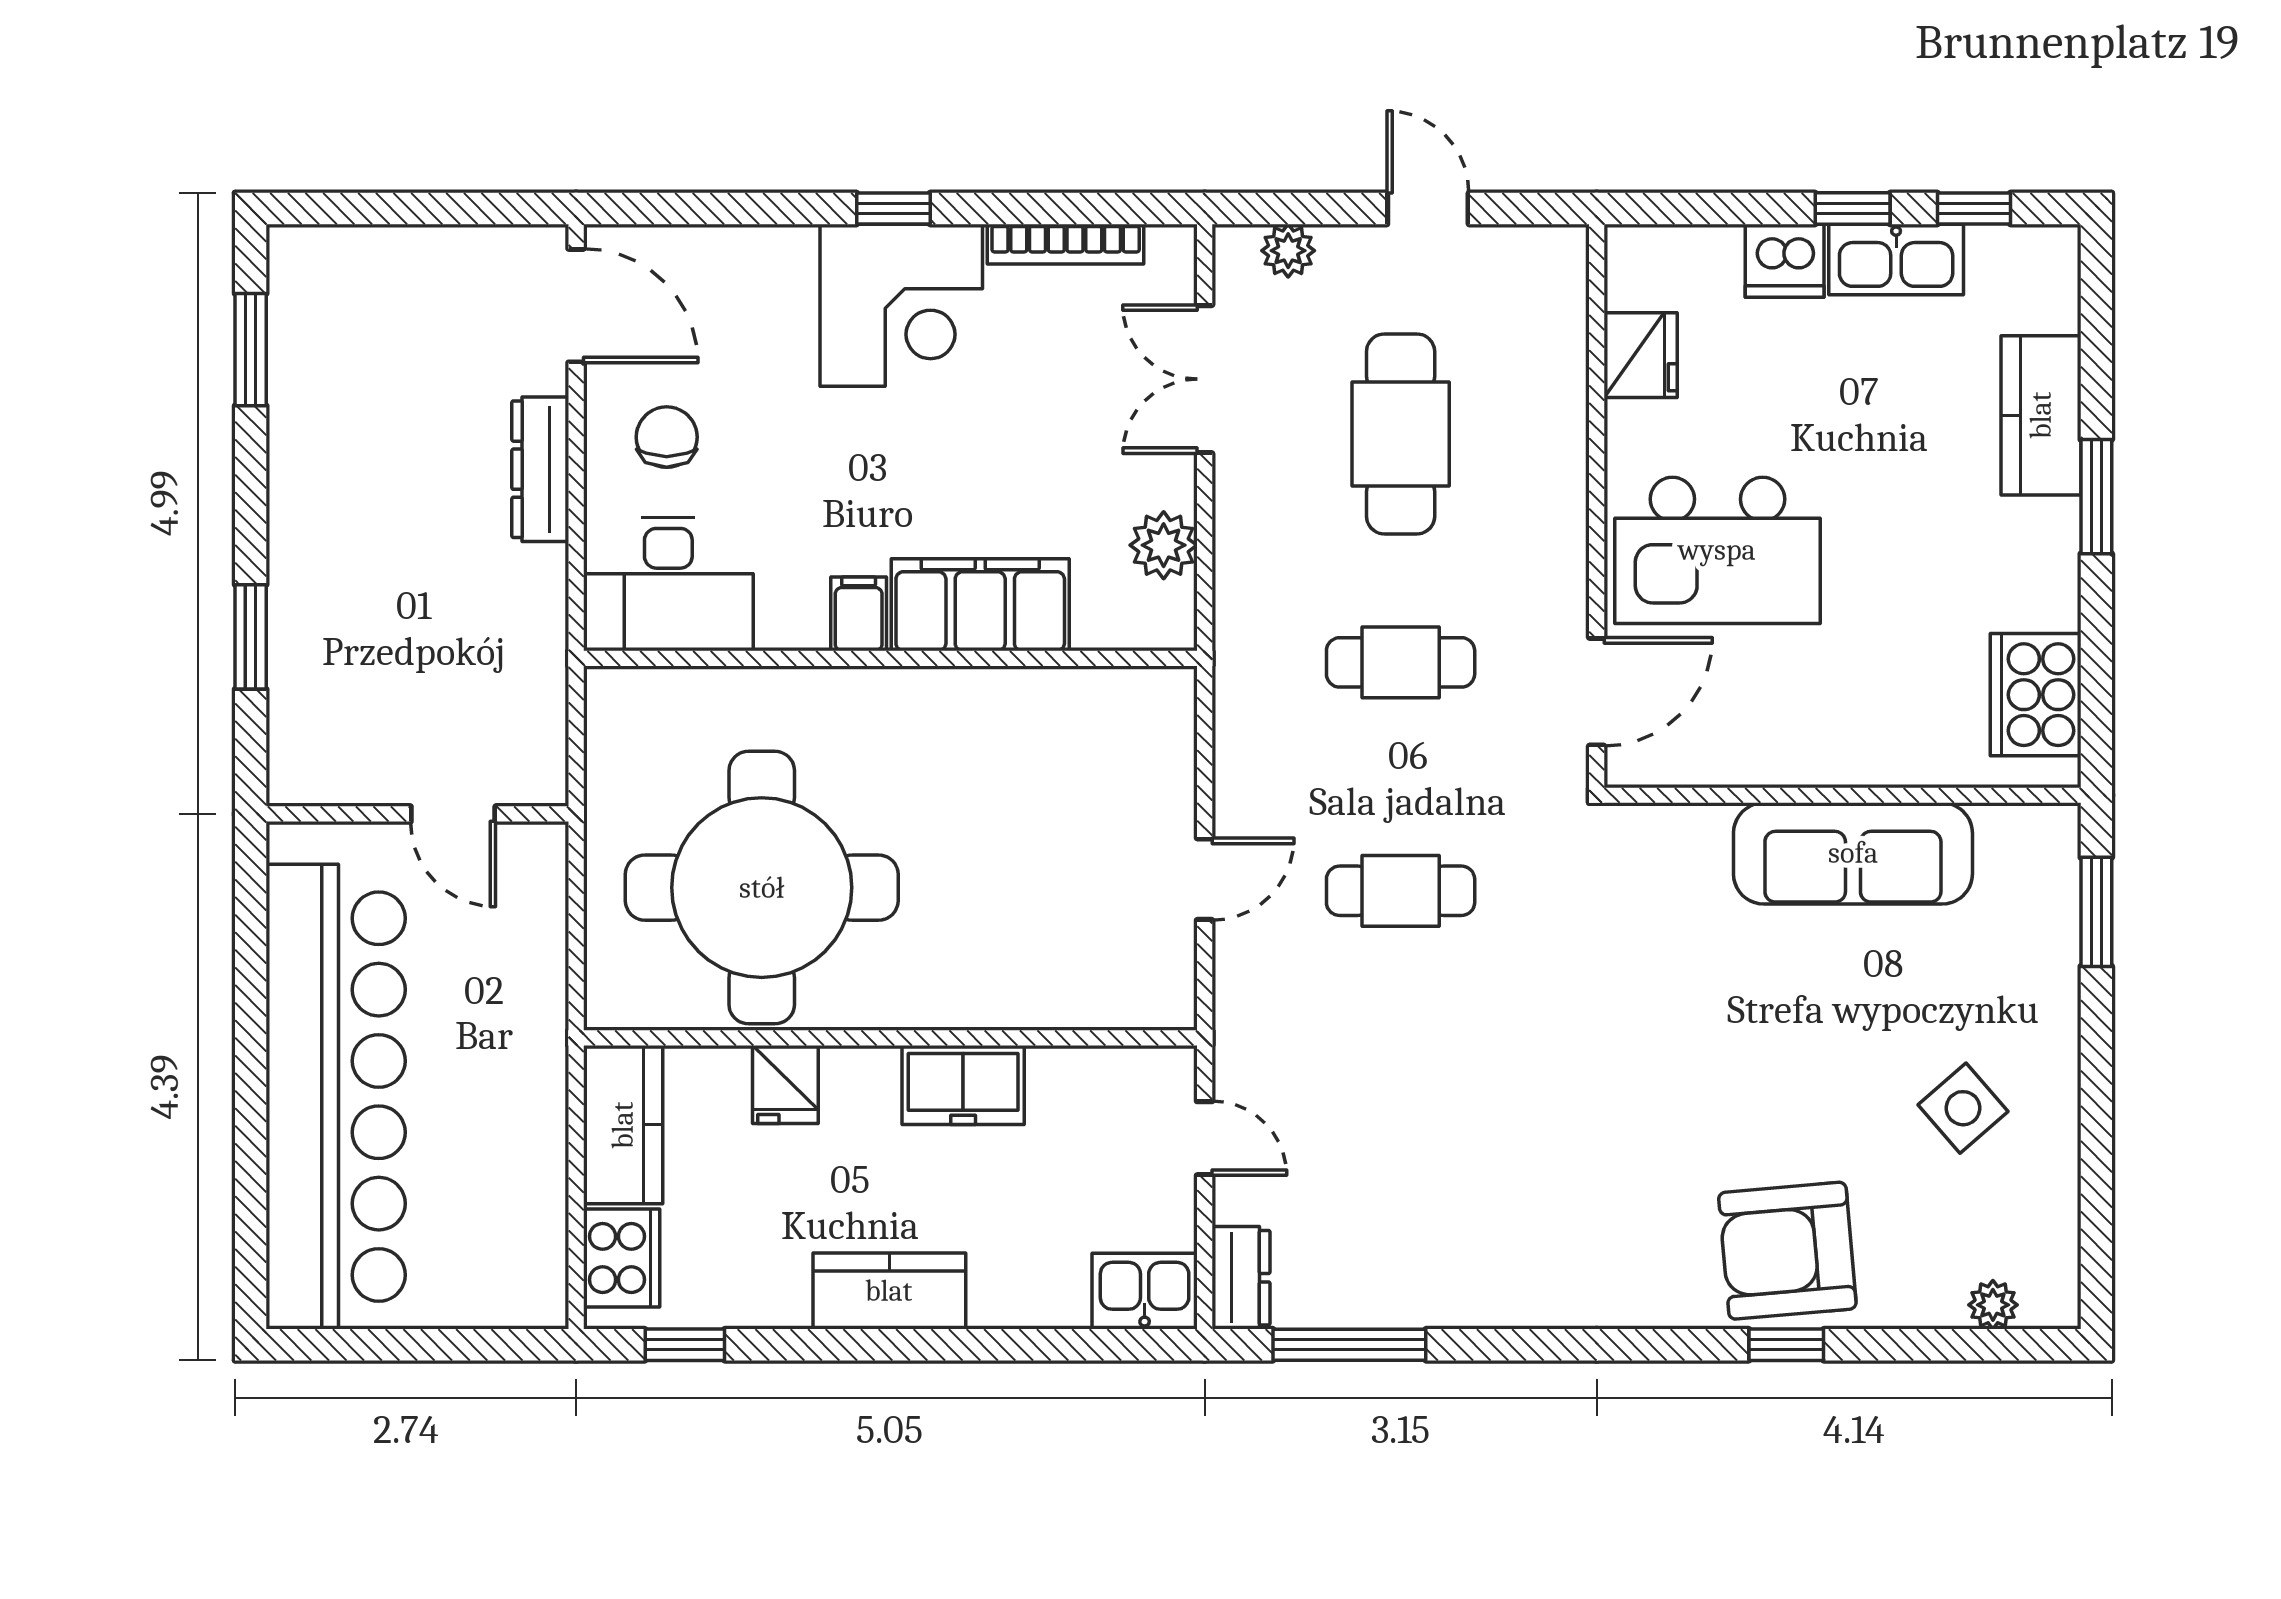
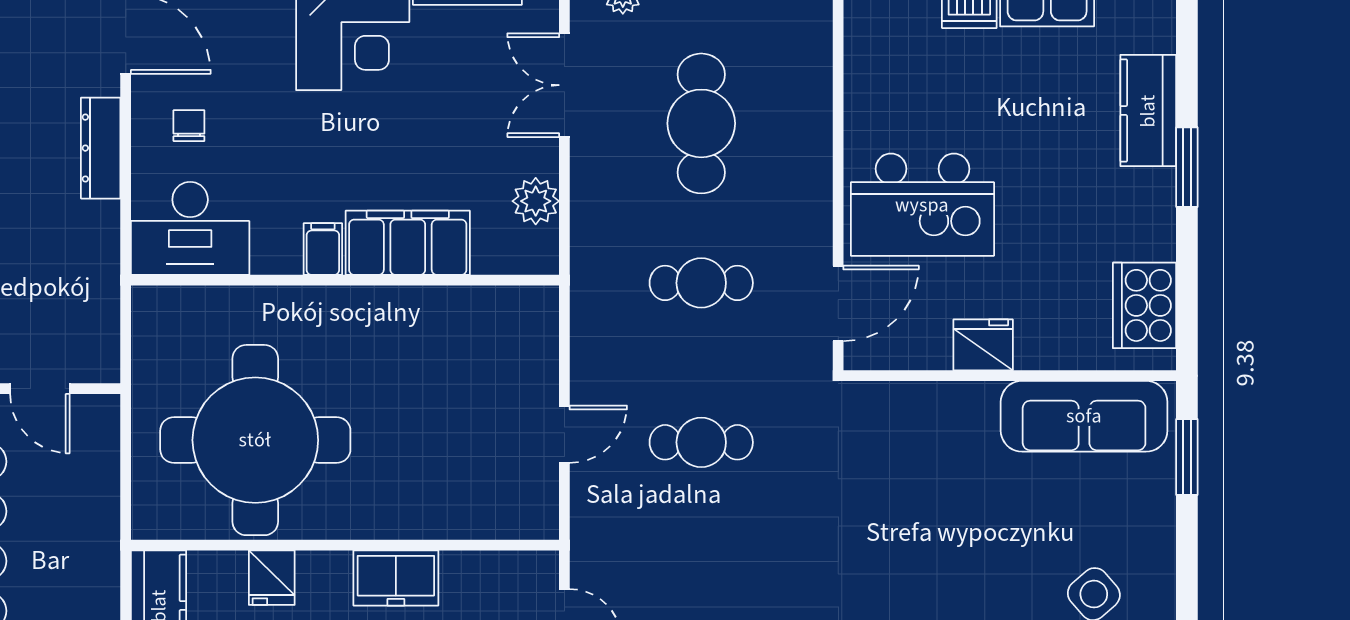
fridge: (1641, 355) -> (983, 345), moved, turned -90
chair: (667, 437) -> (189, 126), width x0.73, depth x0.73
sofa: (1853, 853) -> (1084, 416), moved

